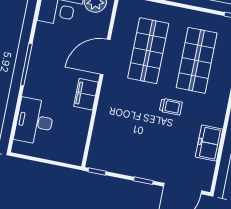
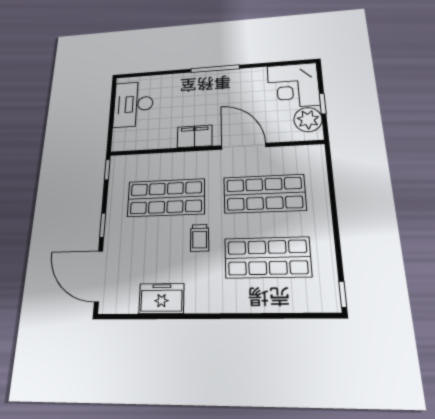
desk: (34, 121) -> (133, 104), moved, turned -90
shop shelf: (133, 127) -> (166, 198), added

